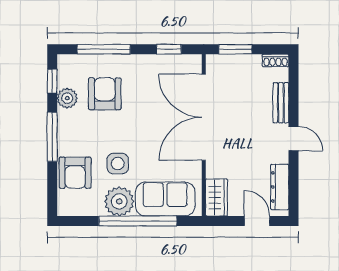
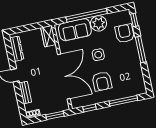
window: (52, 81) -> (134, 20), moved
armchair: (105, 94) -> (102, 81), moved
plant: (67, 98) -> (137, 71), removed
side table: (118, 164) -> (98, 55), moved
door: (257, 221) -> (25, 28), removed

